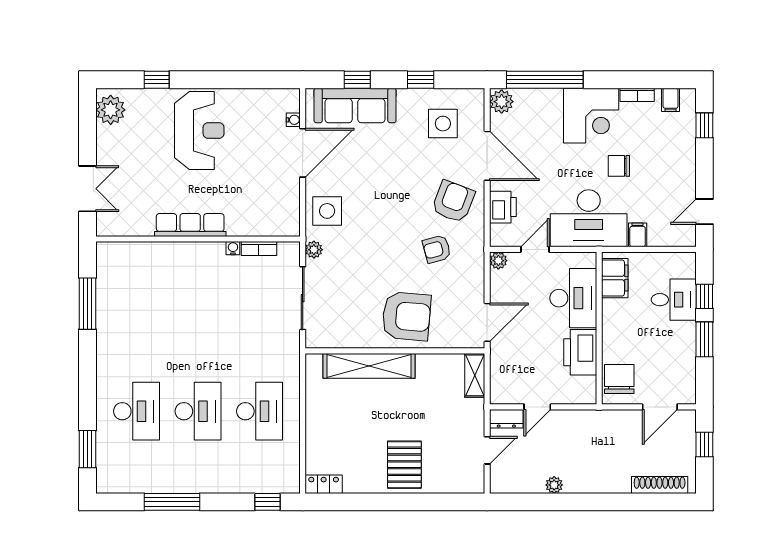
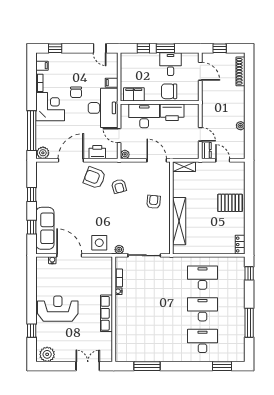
side table: (443, 124) -> (54, 183), removed
desk: (674, 300) -> (171, 64), moved
armchair: (406, 316) -> (154, 202), width x0.53, depth x0.53
chair: (619, 379) -> (169, 91), moved

